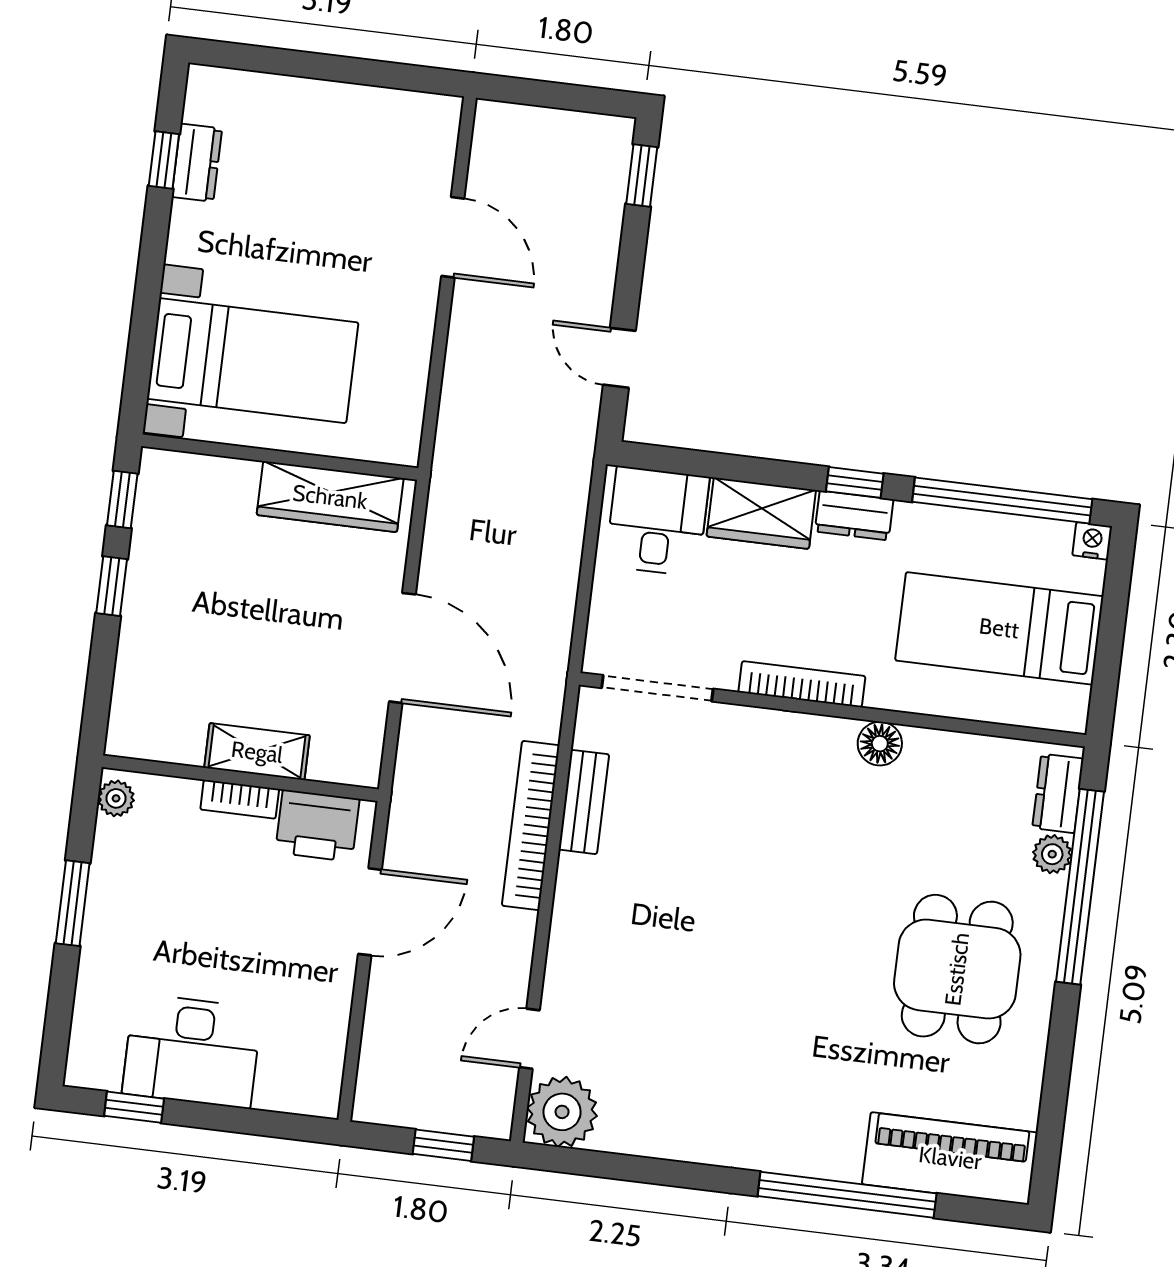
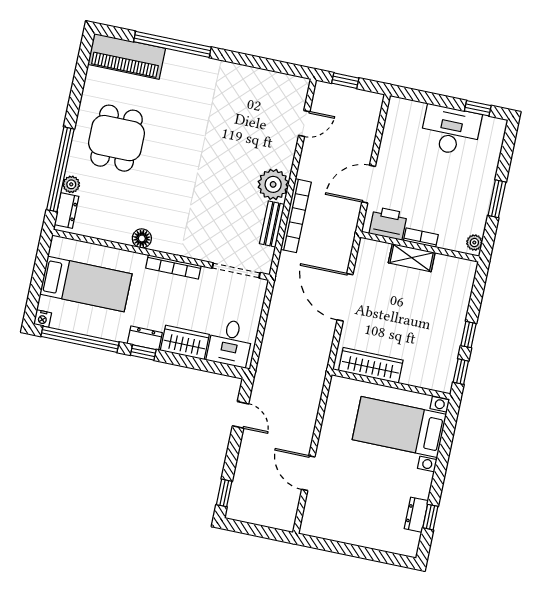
plant: (562, 1112) -> (273, 184), moved

